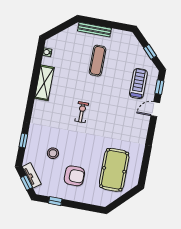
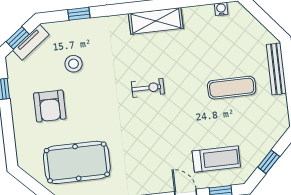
shelving: (44, 83) -> (156, 21), moved

